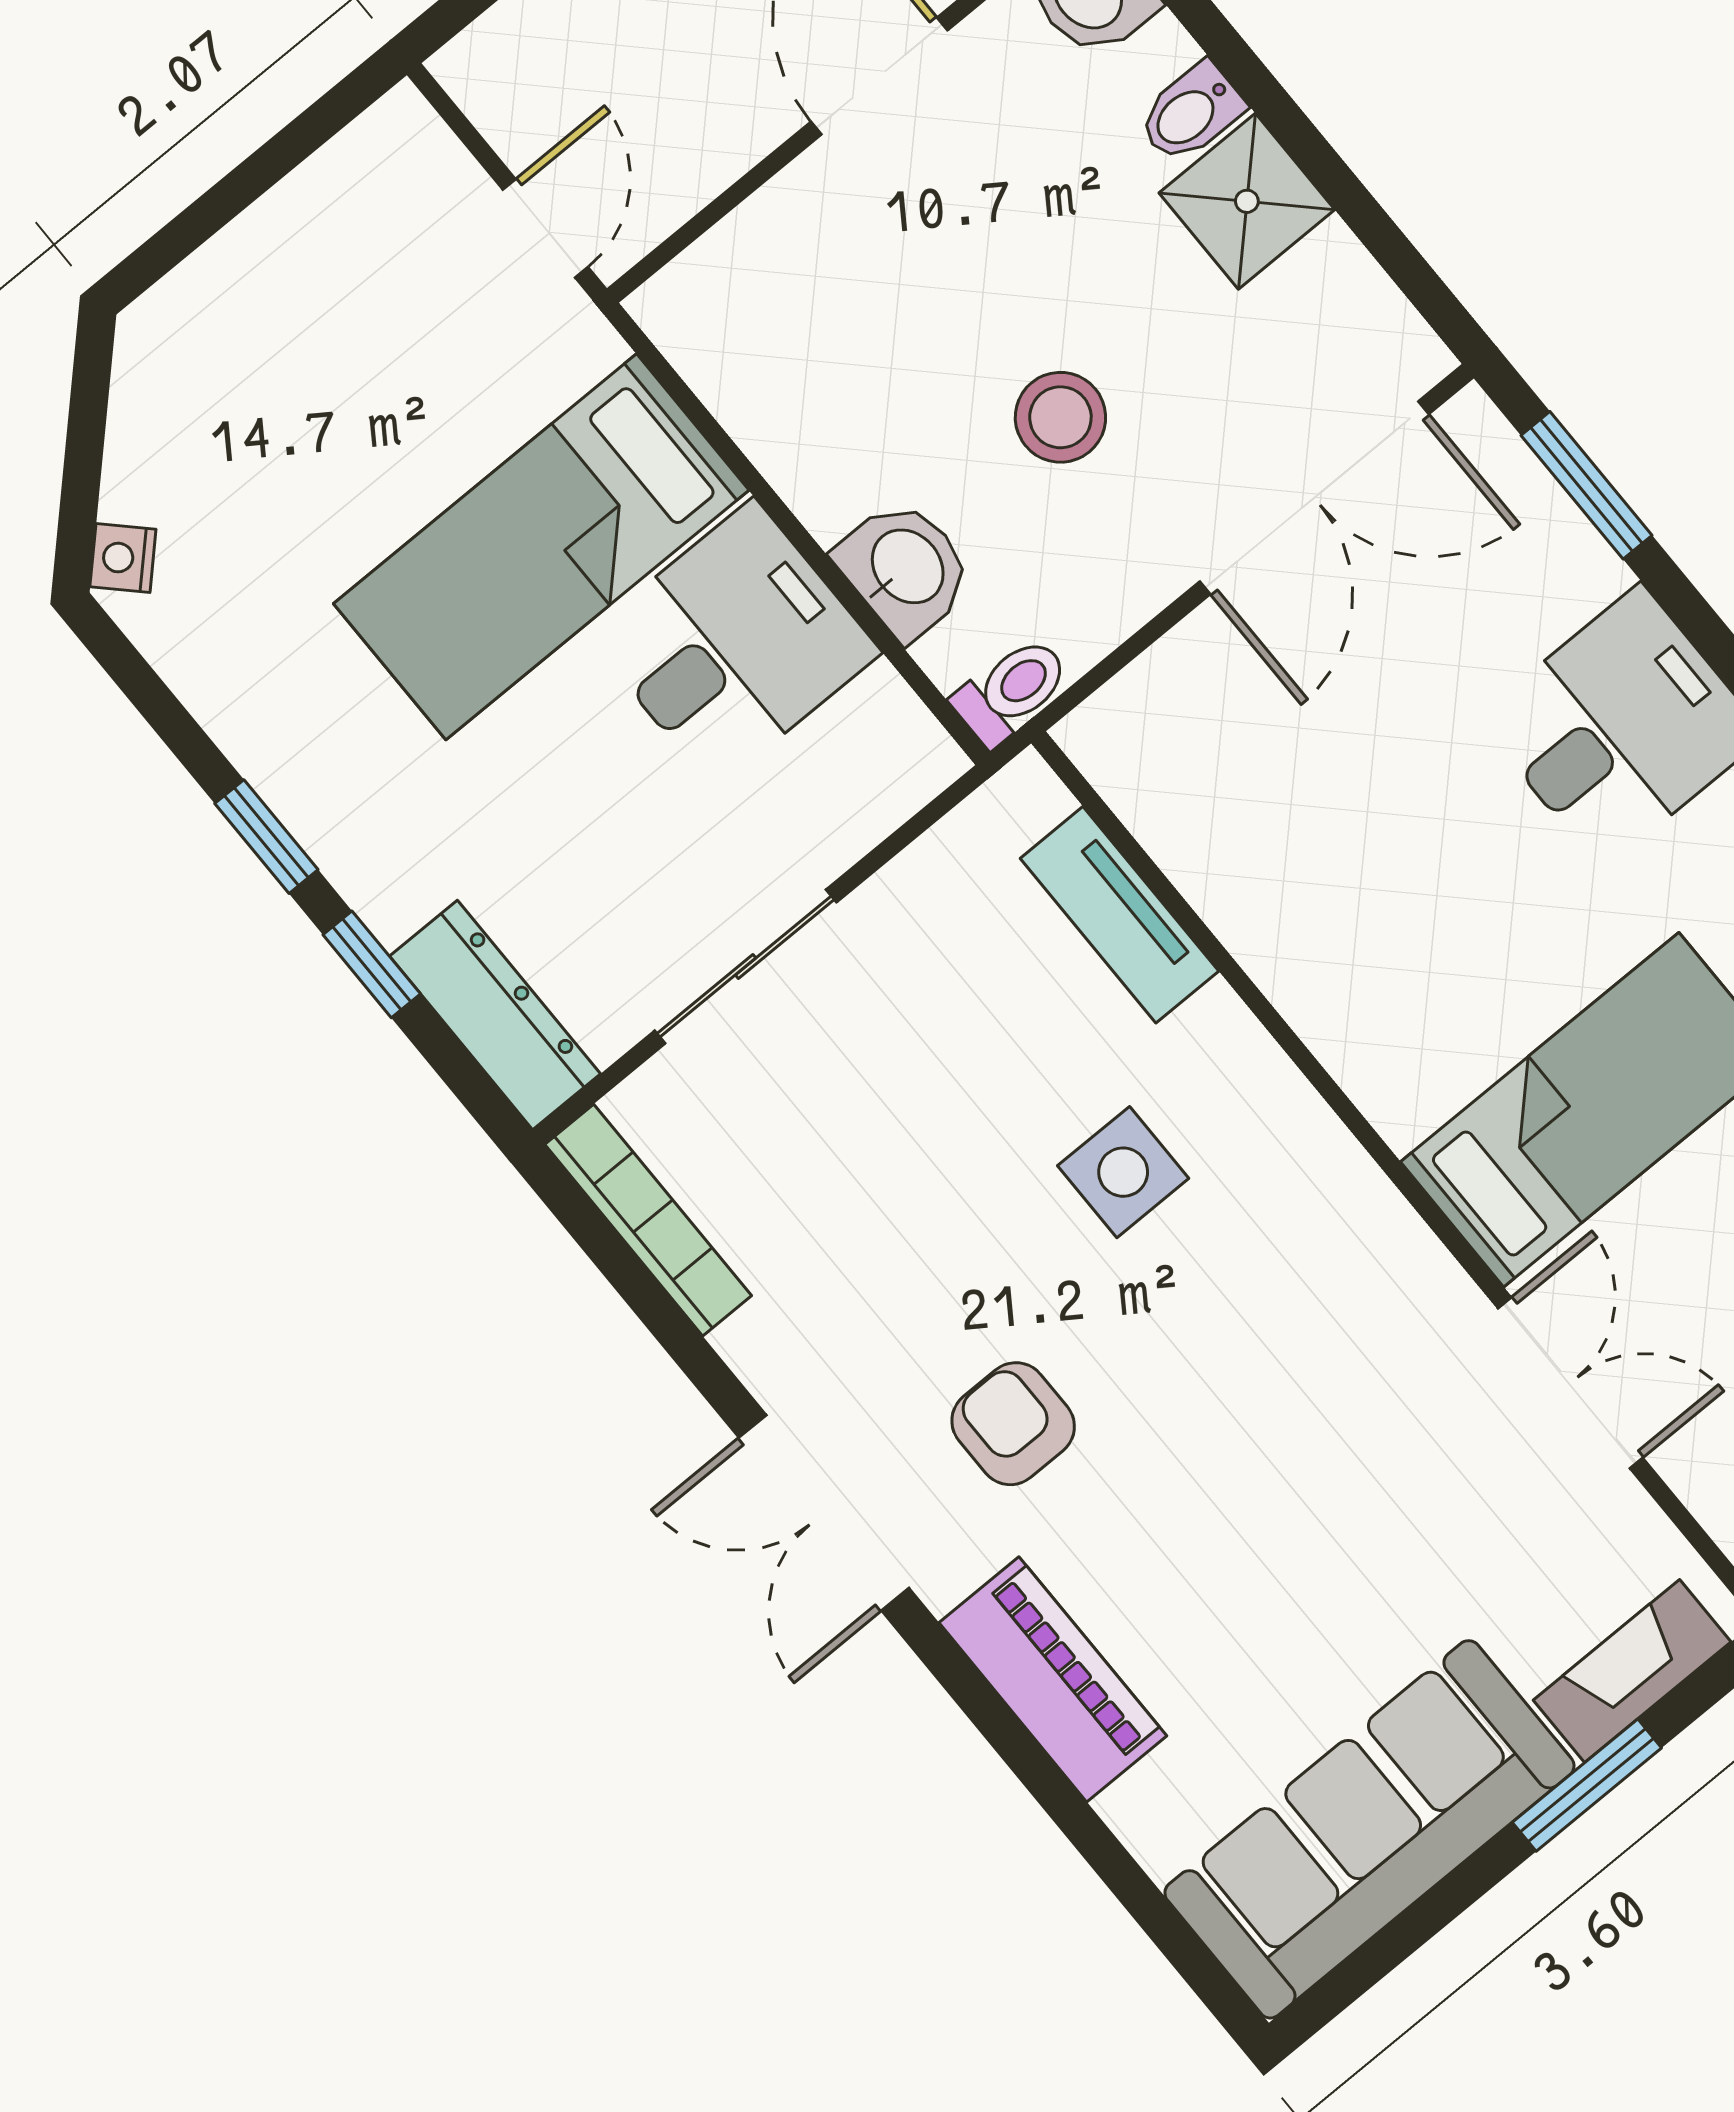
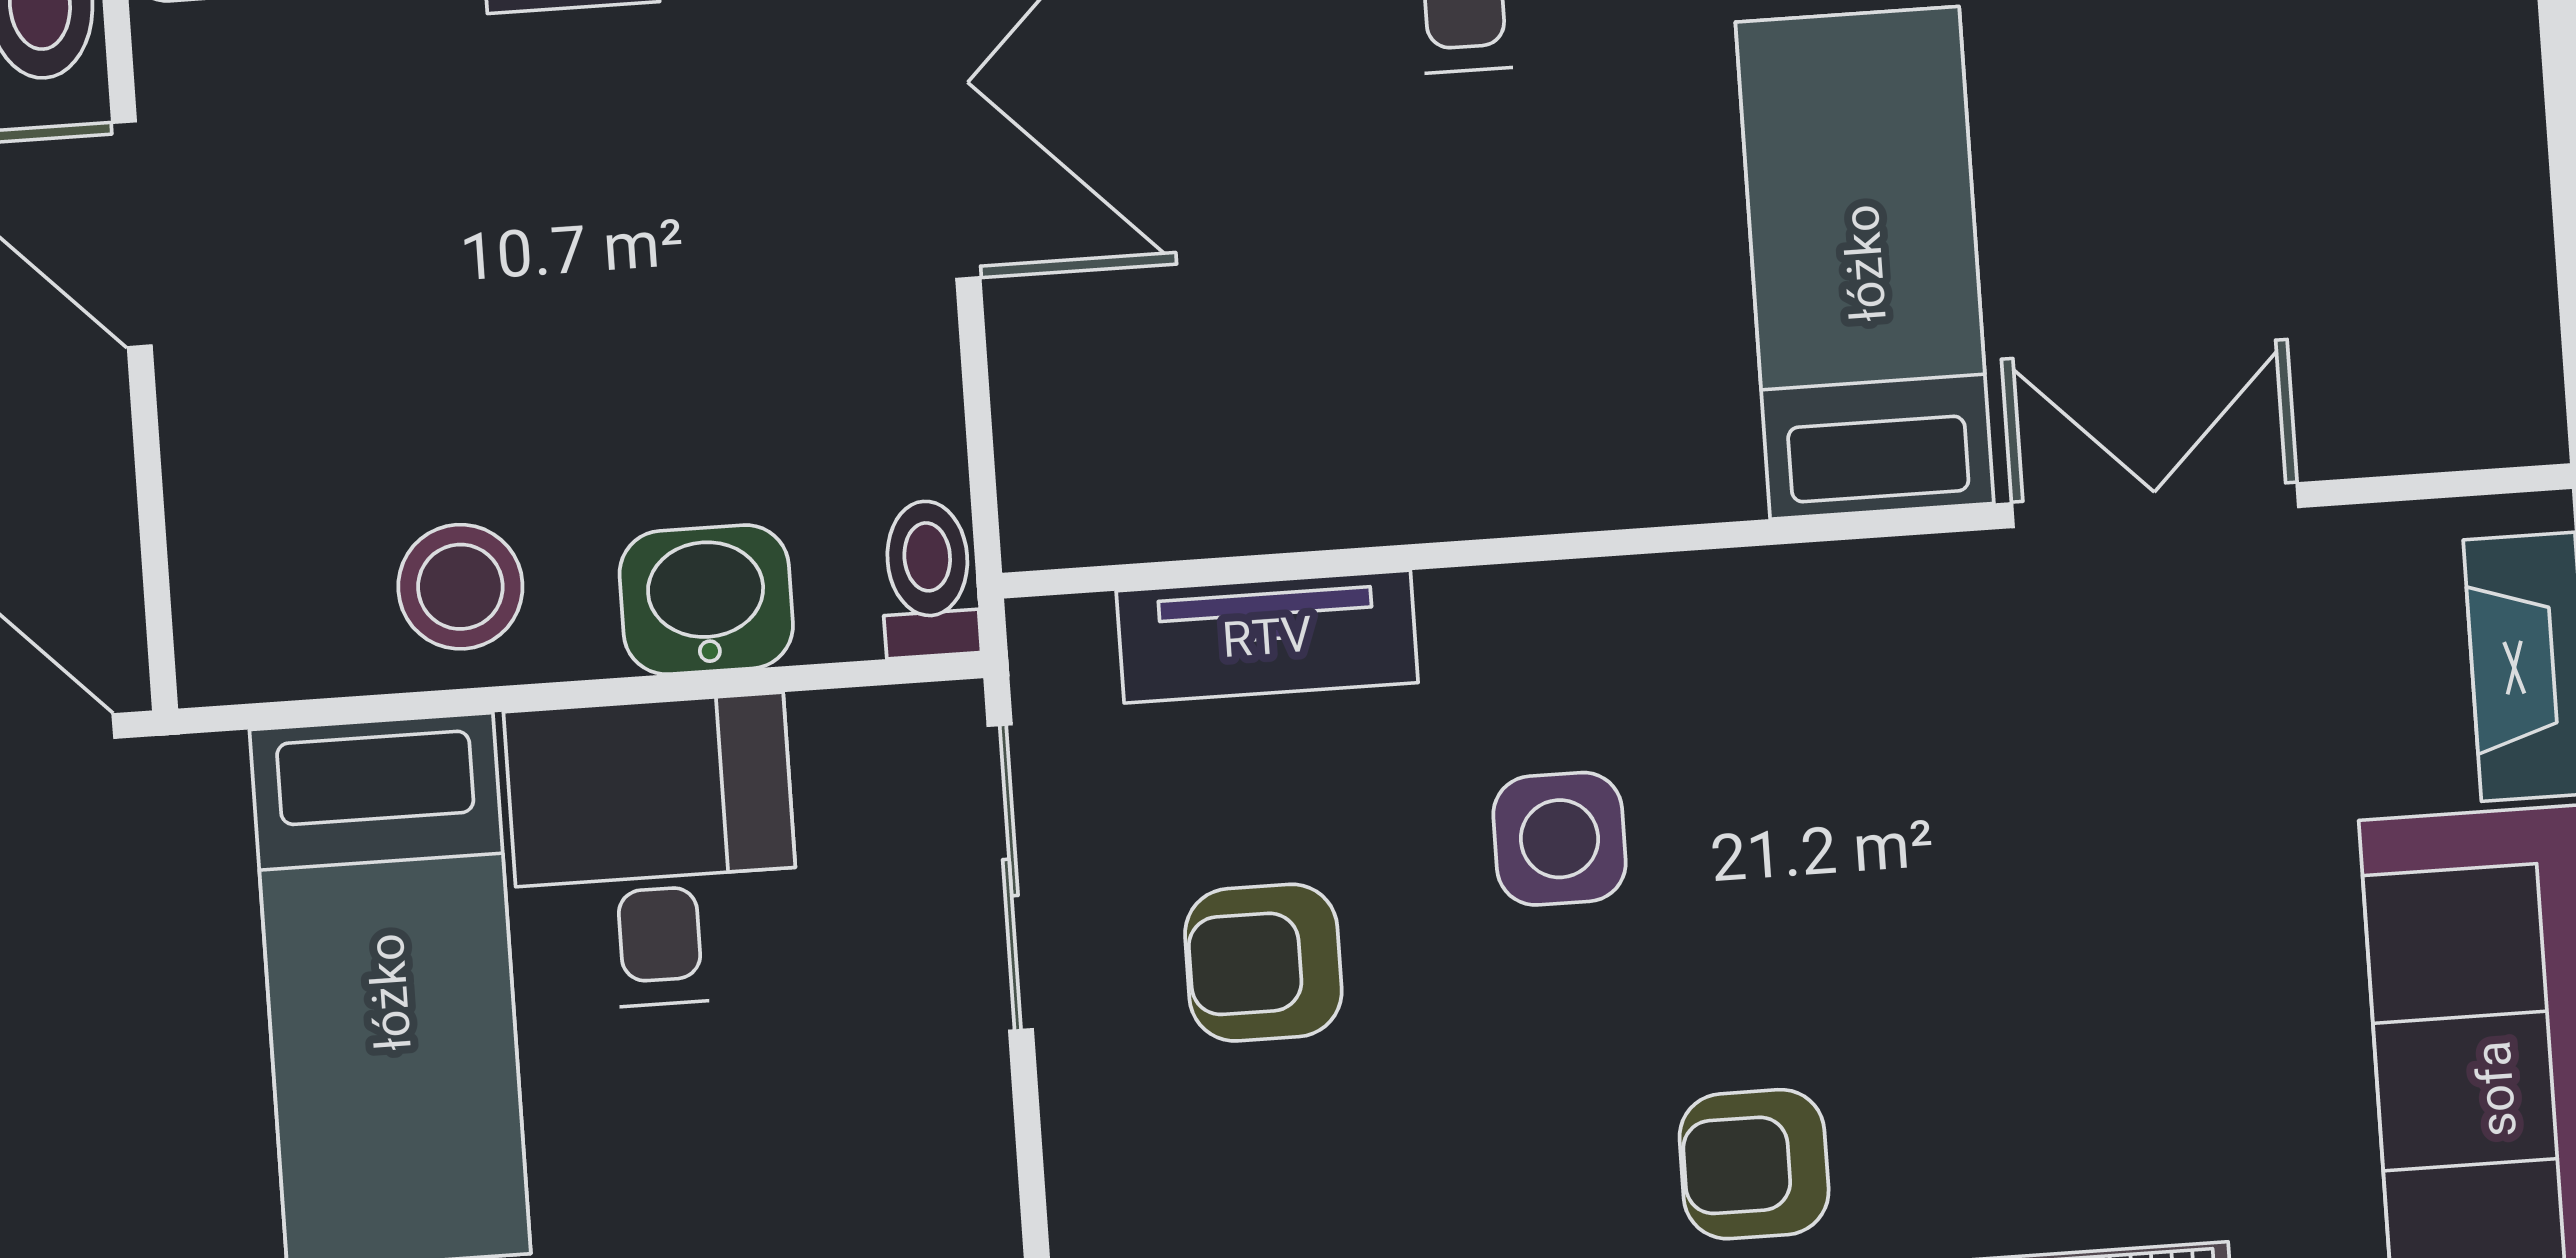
stool: (1060, 417) -> (460, 587), moved
sliding door: (746, 966) -> (1010, 878), moved
armchair: (926, 1050) -> (1263, 963), added

